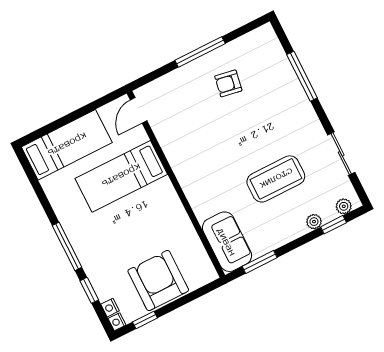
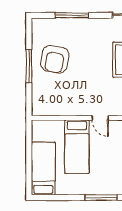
armchair: (228, 83) -> (55, 59), width x1.88, depth x1.88
door: (139, 110) -> (100, 118), moved

